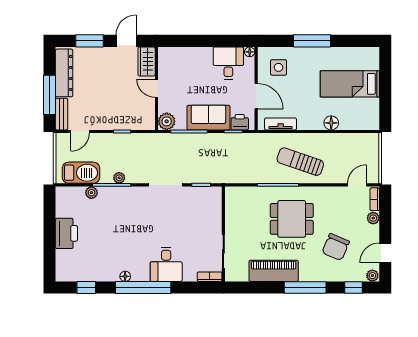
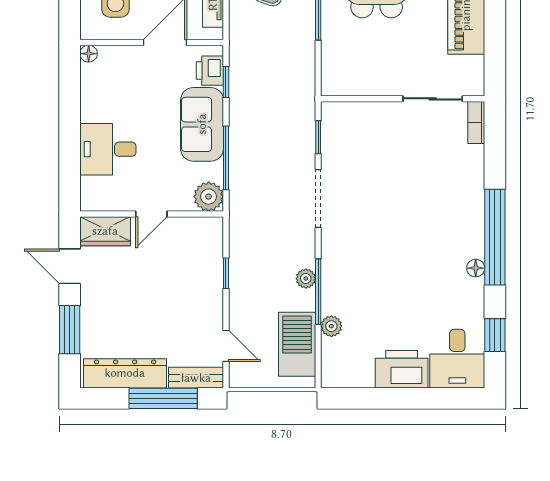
desk: (228, 63) -> (108, 149), moved
desk: (166, 264) -> (457, 359), moved, turned 90

